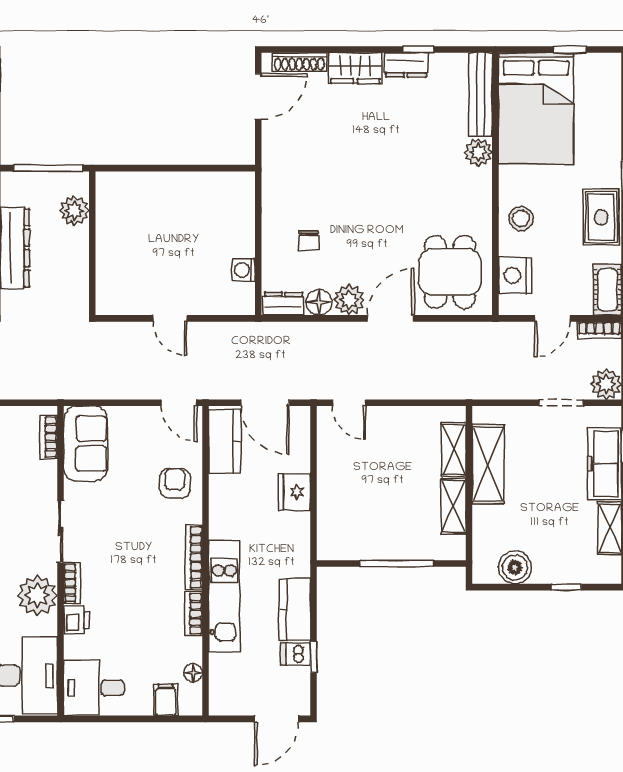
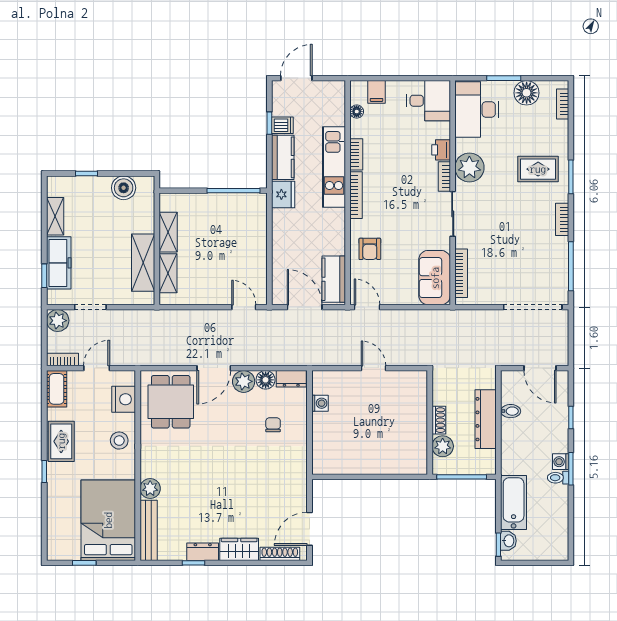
shoe rack: (80, 247) -> (439, 420), added
bookcase: (49, 437) -> (461, 273), width x1.56
fridge: (295, 492) -> (283, 194), moved
window: (397, 563) -> (233, 191), moved

